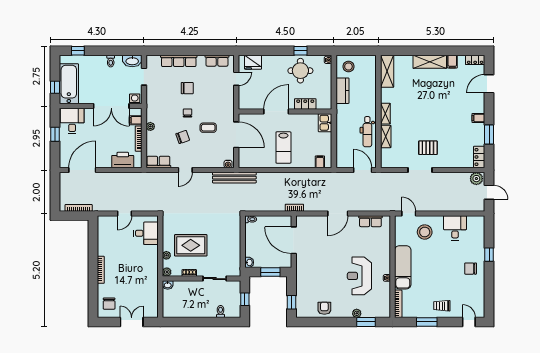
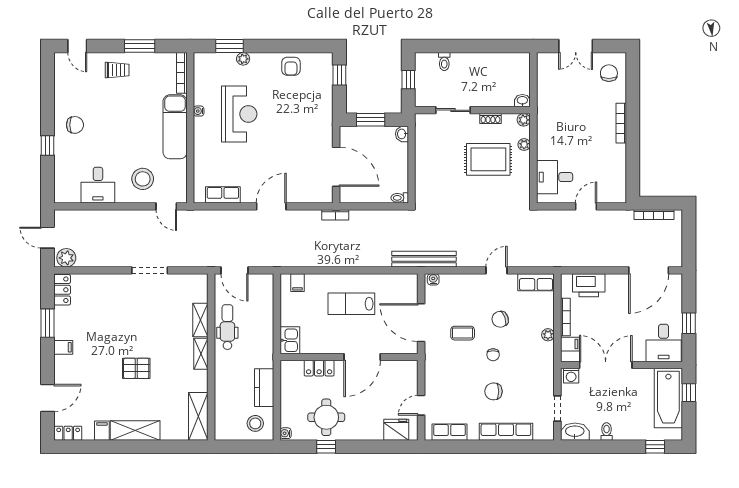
lab bench: (283, 148) -> (351, 304), turned -90
pallet: (428, 148) -> (136, 368), moved

